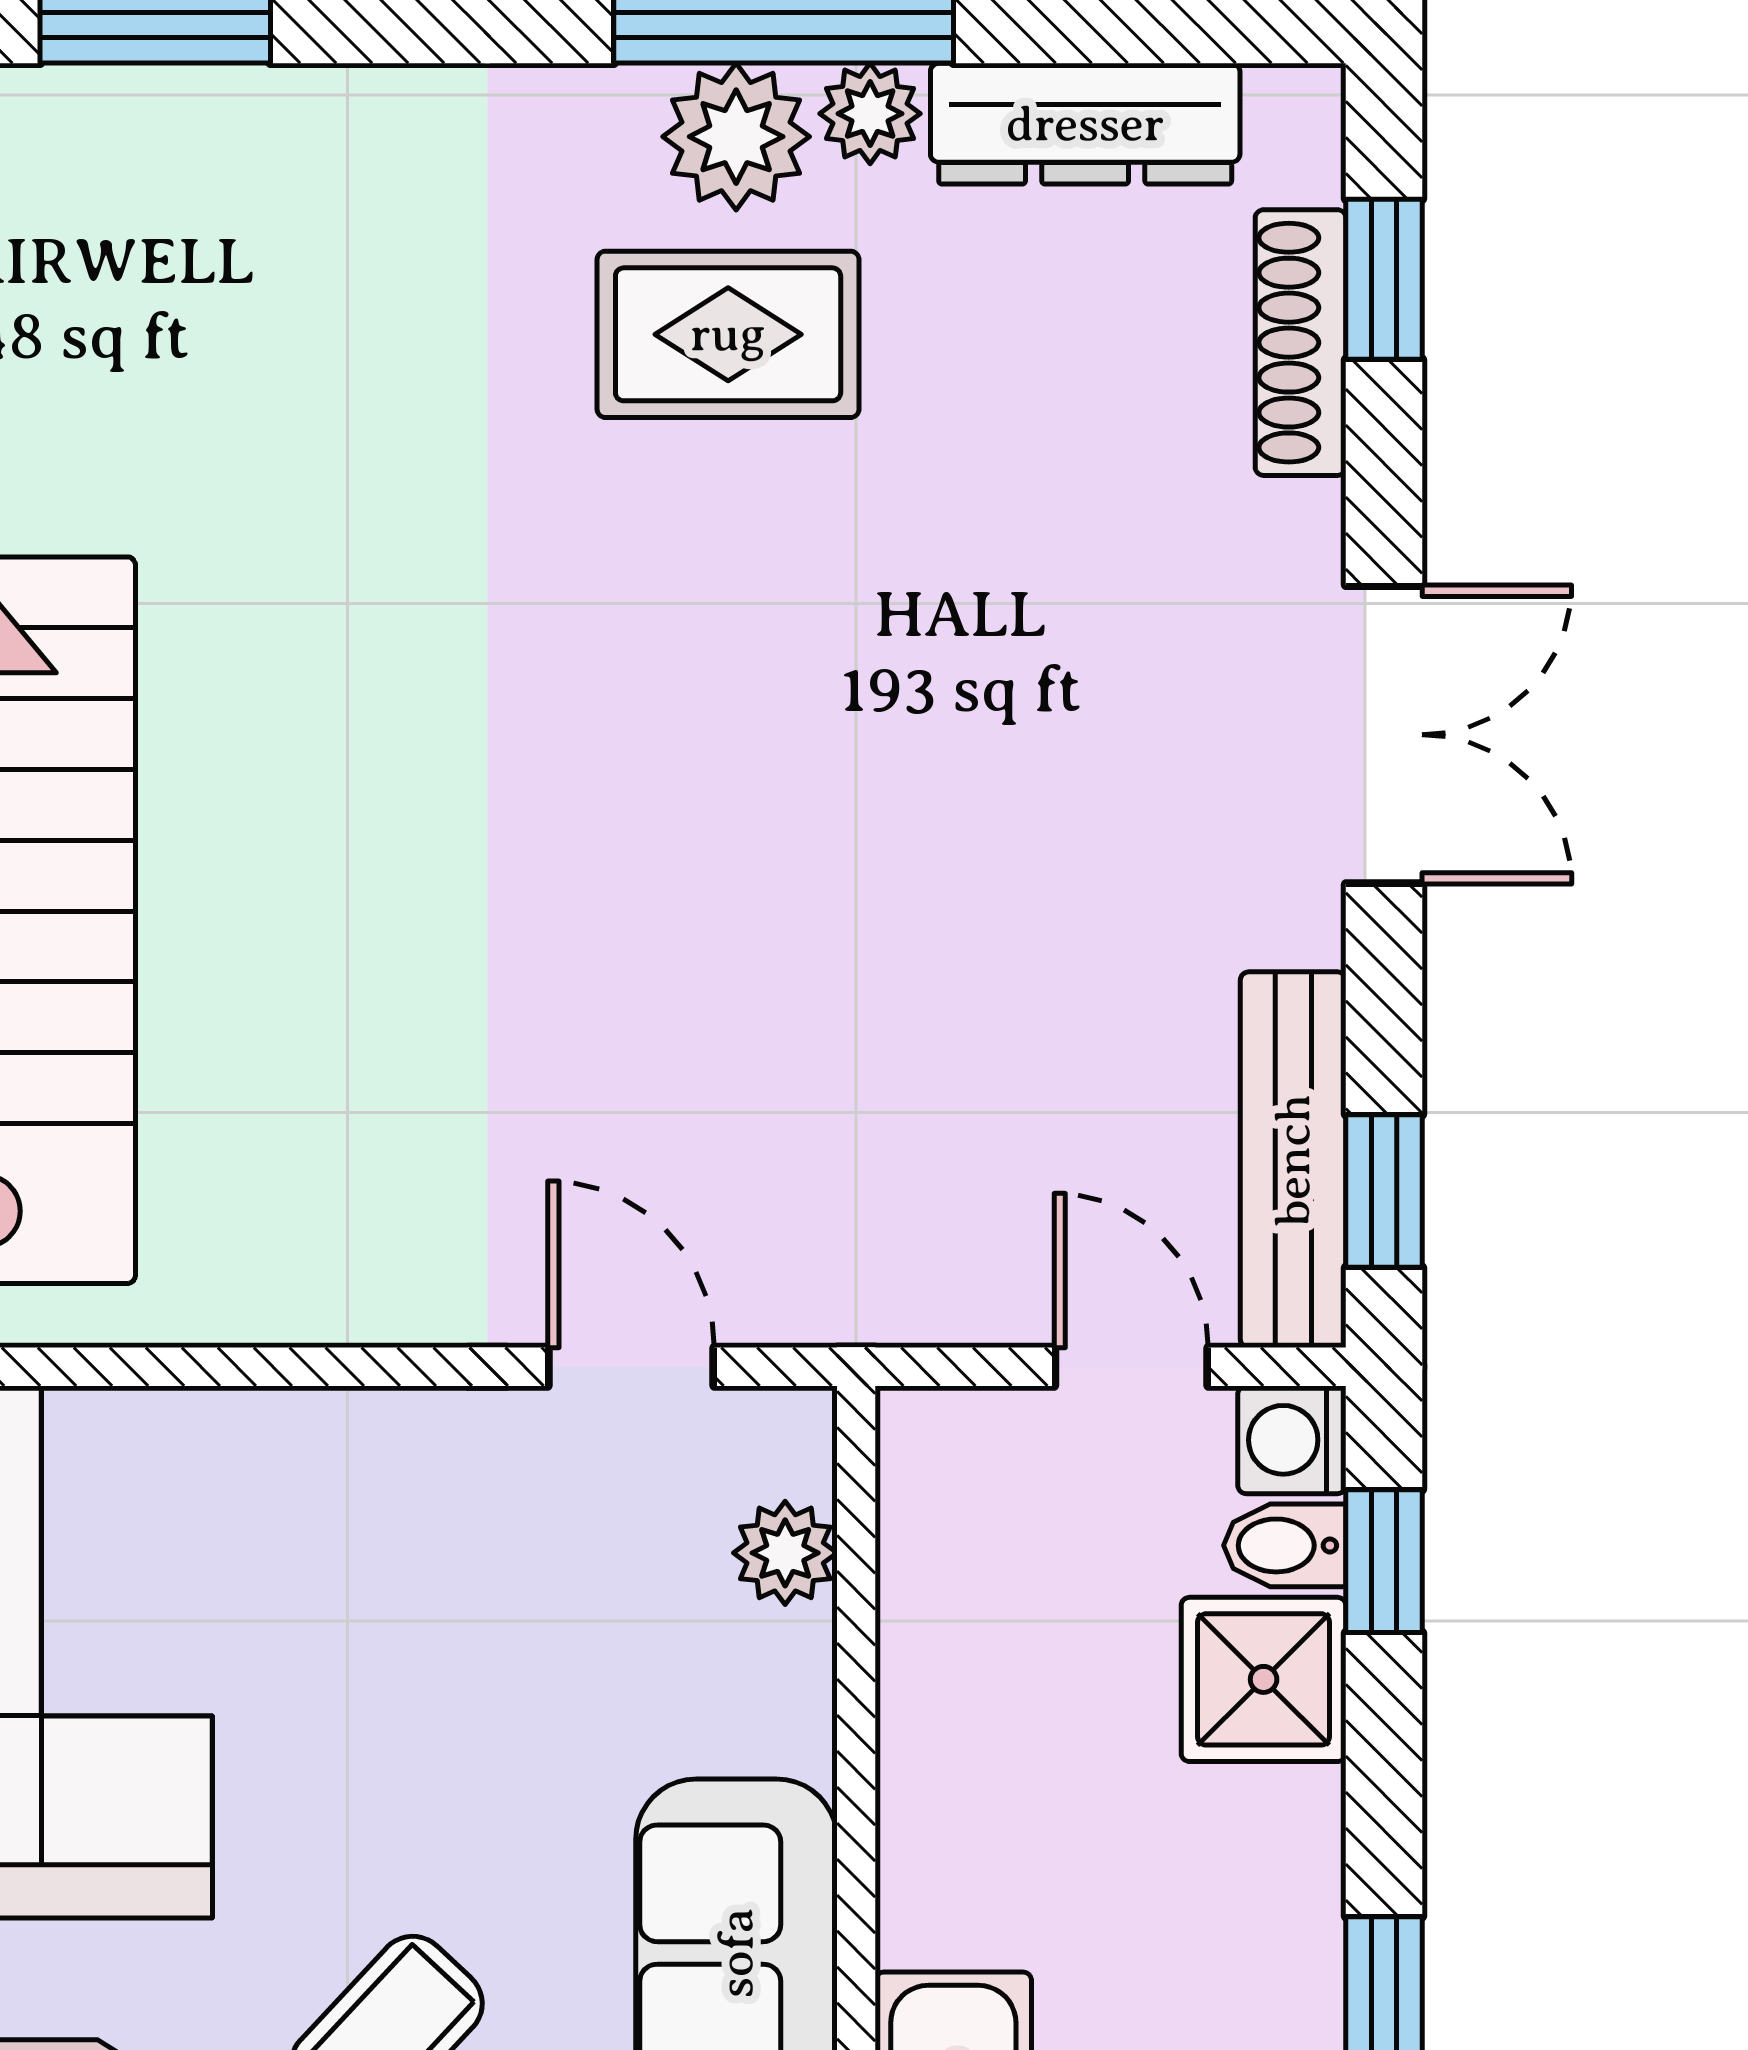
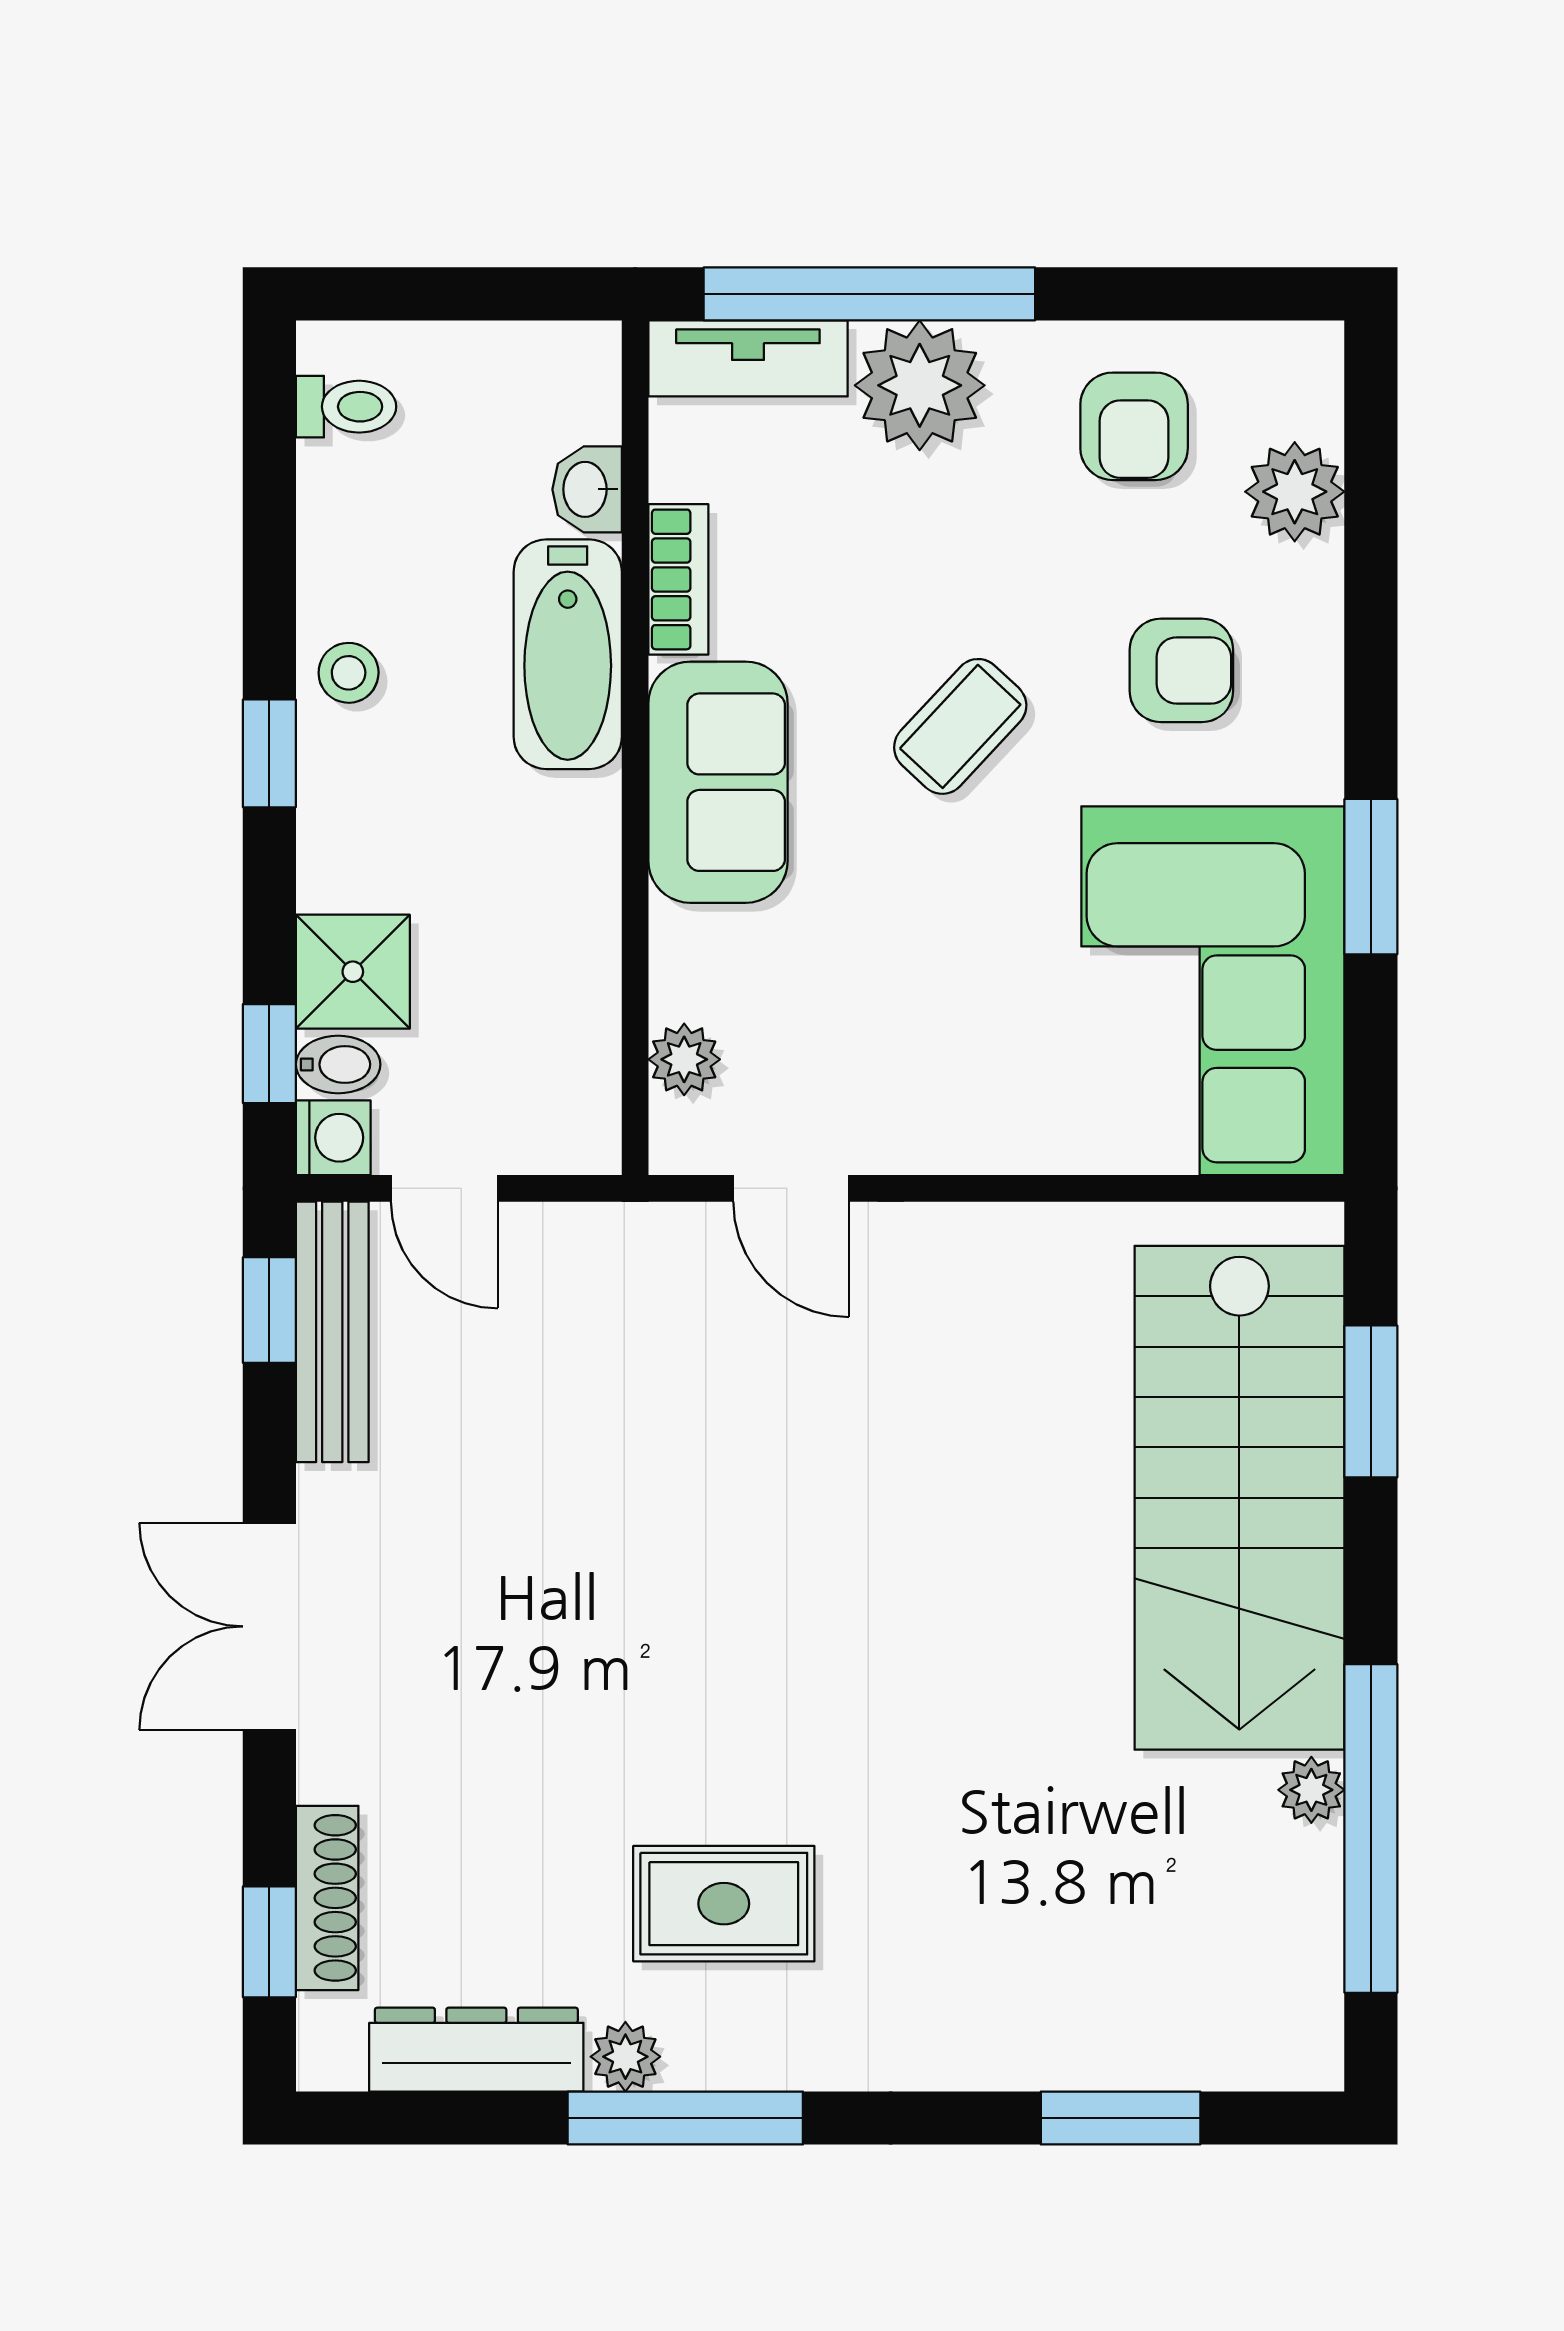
plant: (736, 137) -> (718, 2041), removed

